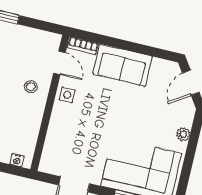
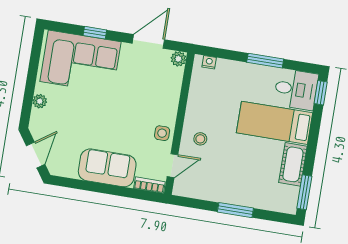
door: (59, 63) -> (172, 166), swing flipped
plant: (46, 165) -> (178, 59), added

